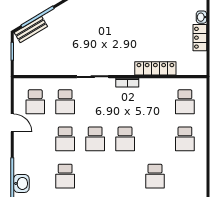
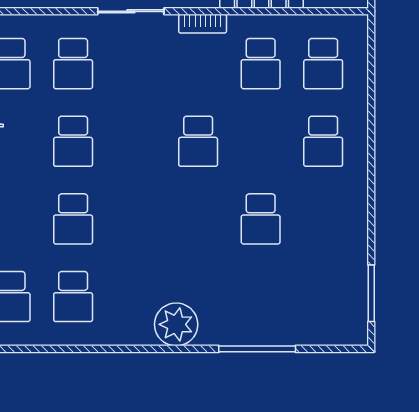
school desk: (95, 139) -> (261, 64), moved

